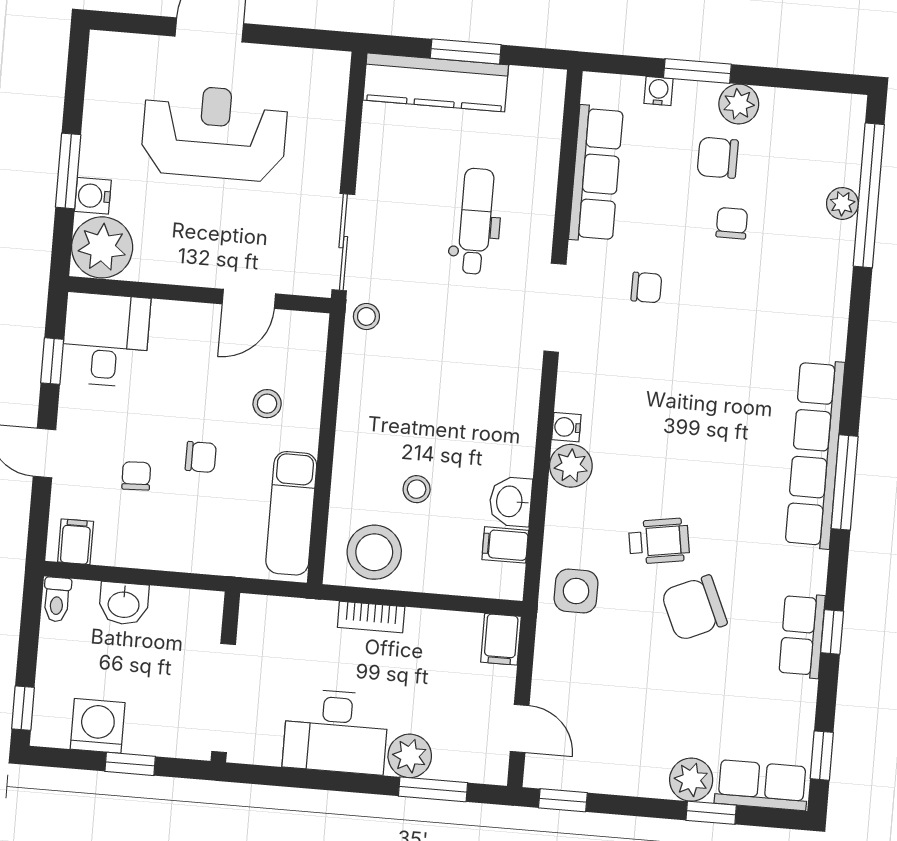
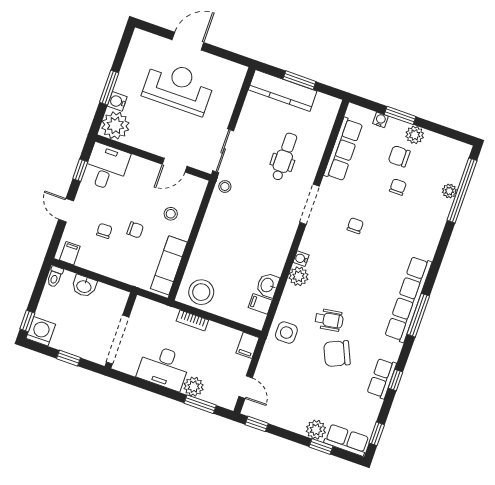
chair: (646, 288) -> (355, 226), moved, turned -90
stool: (417, 489) -> (227, 269), removed
washing machine: (98, 726) -> (41, 331), moved

